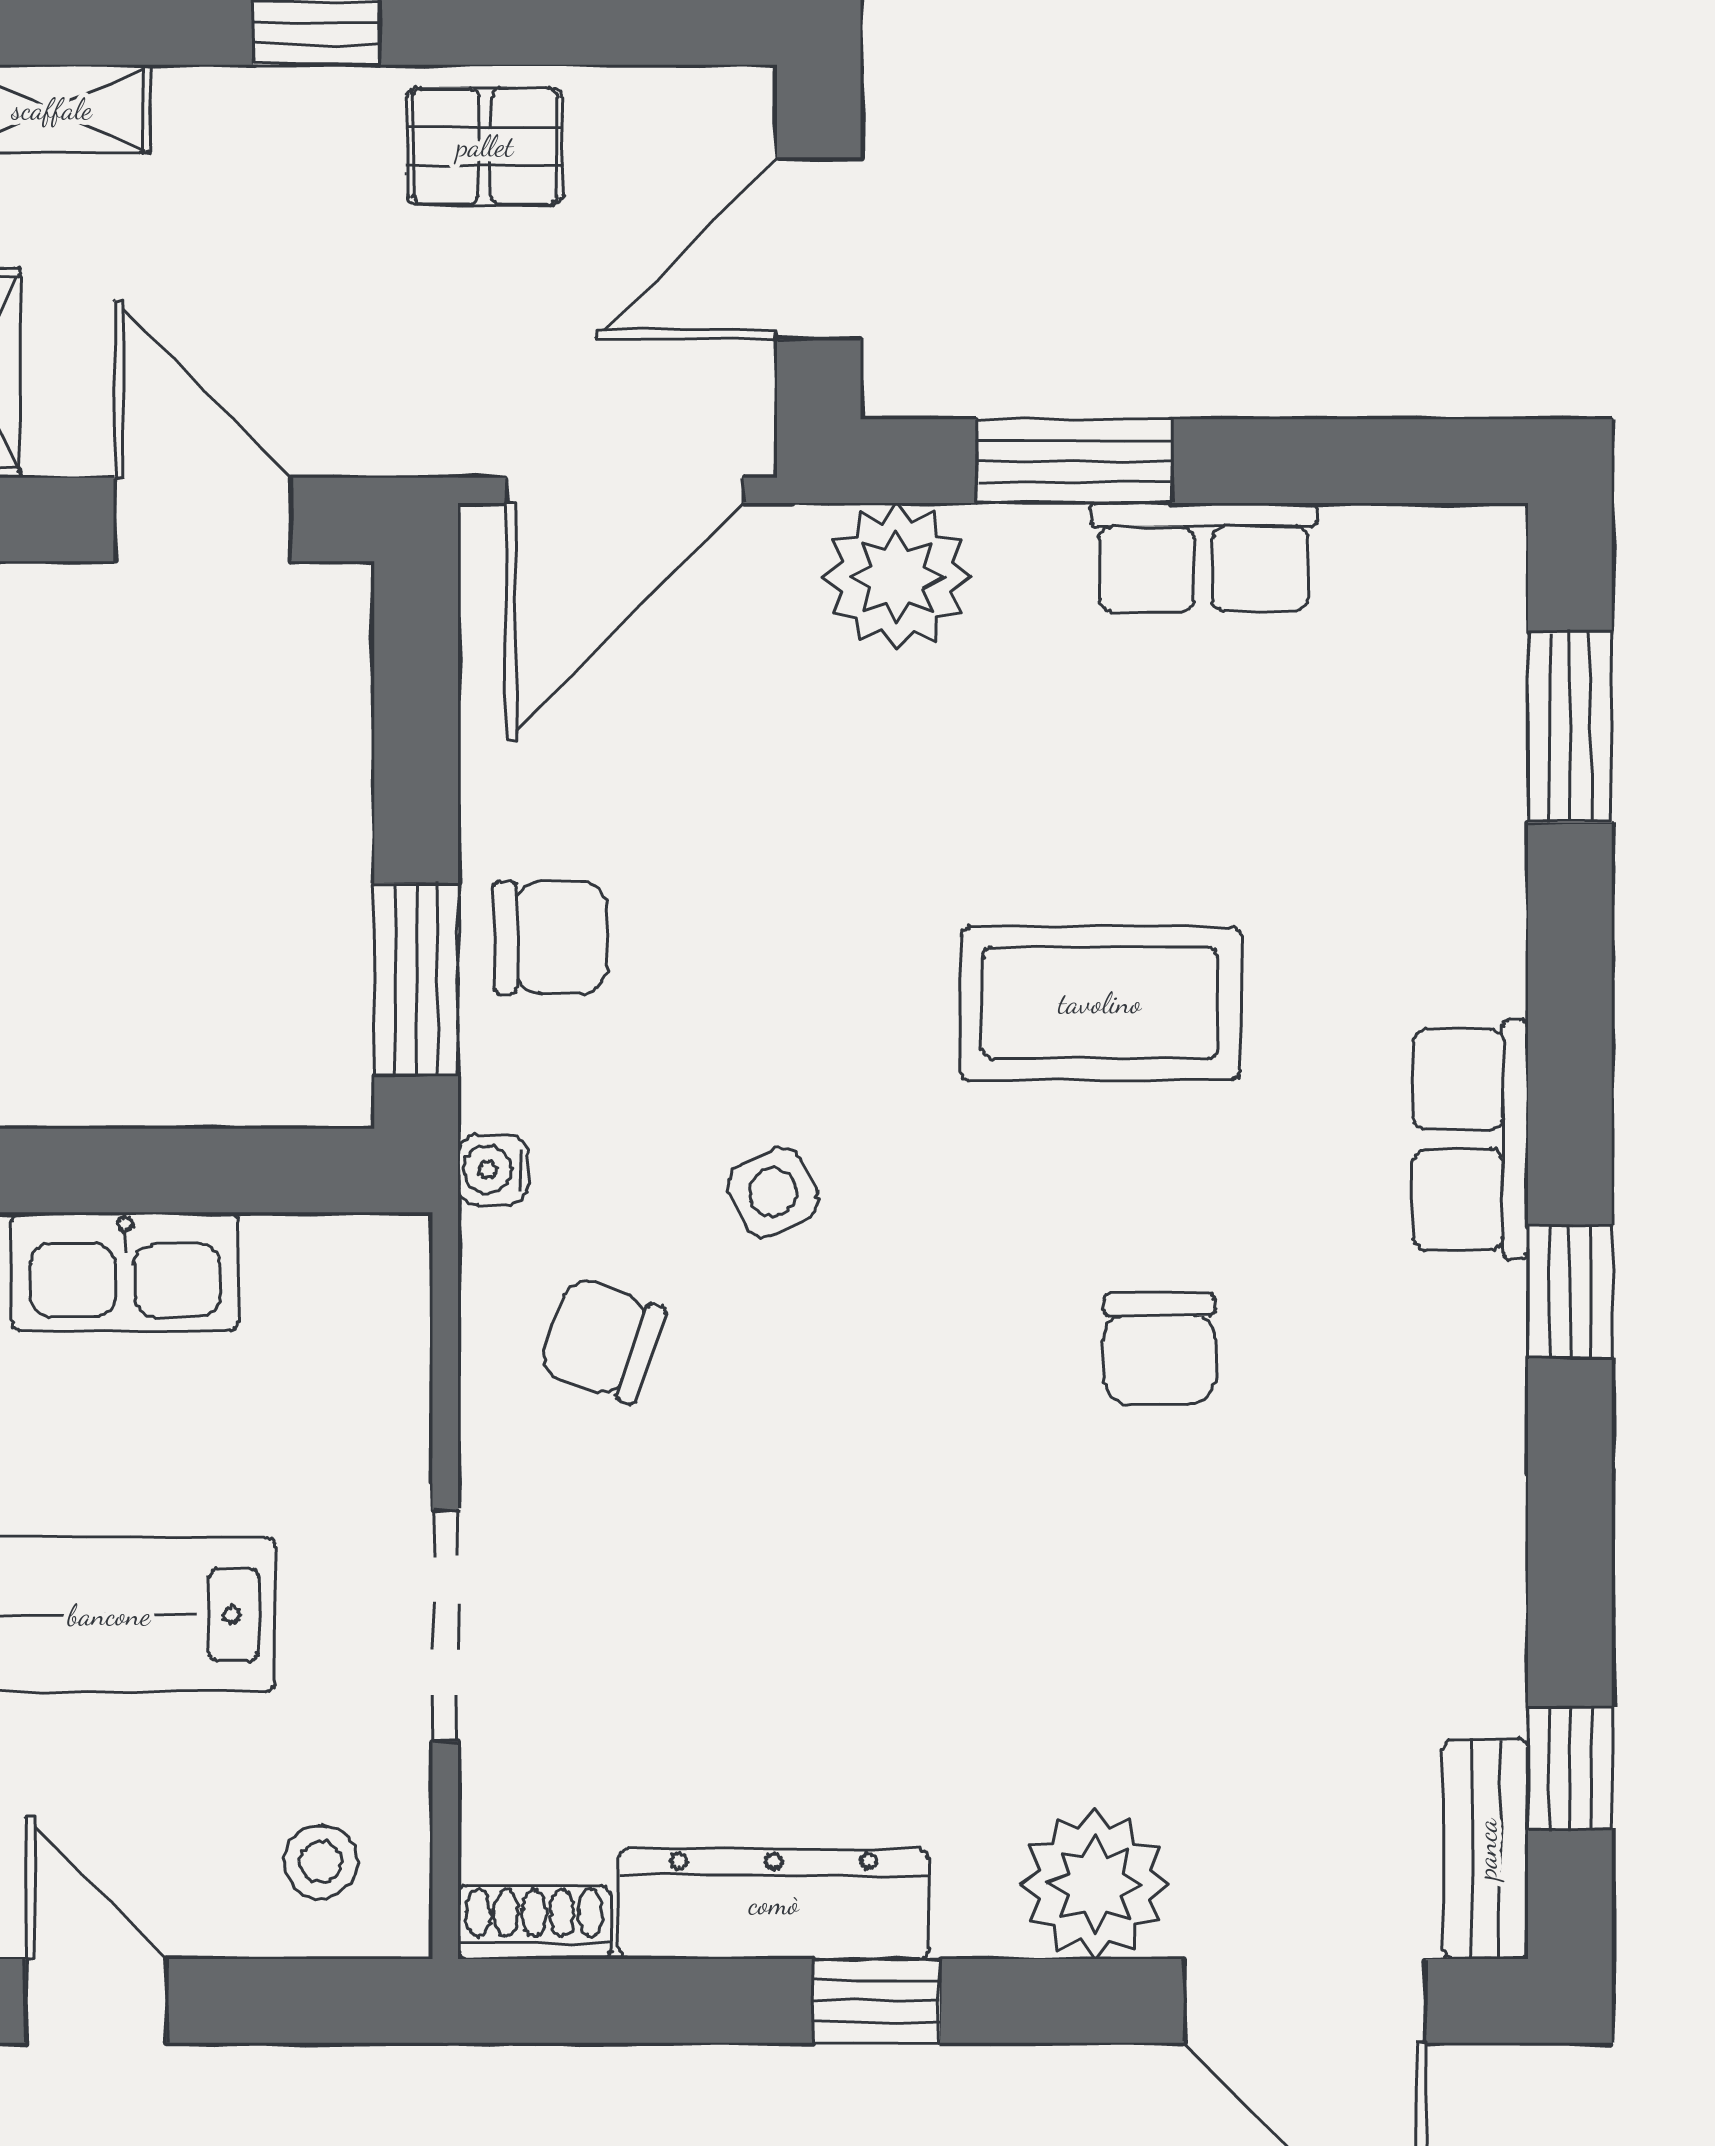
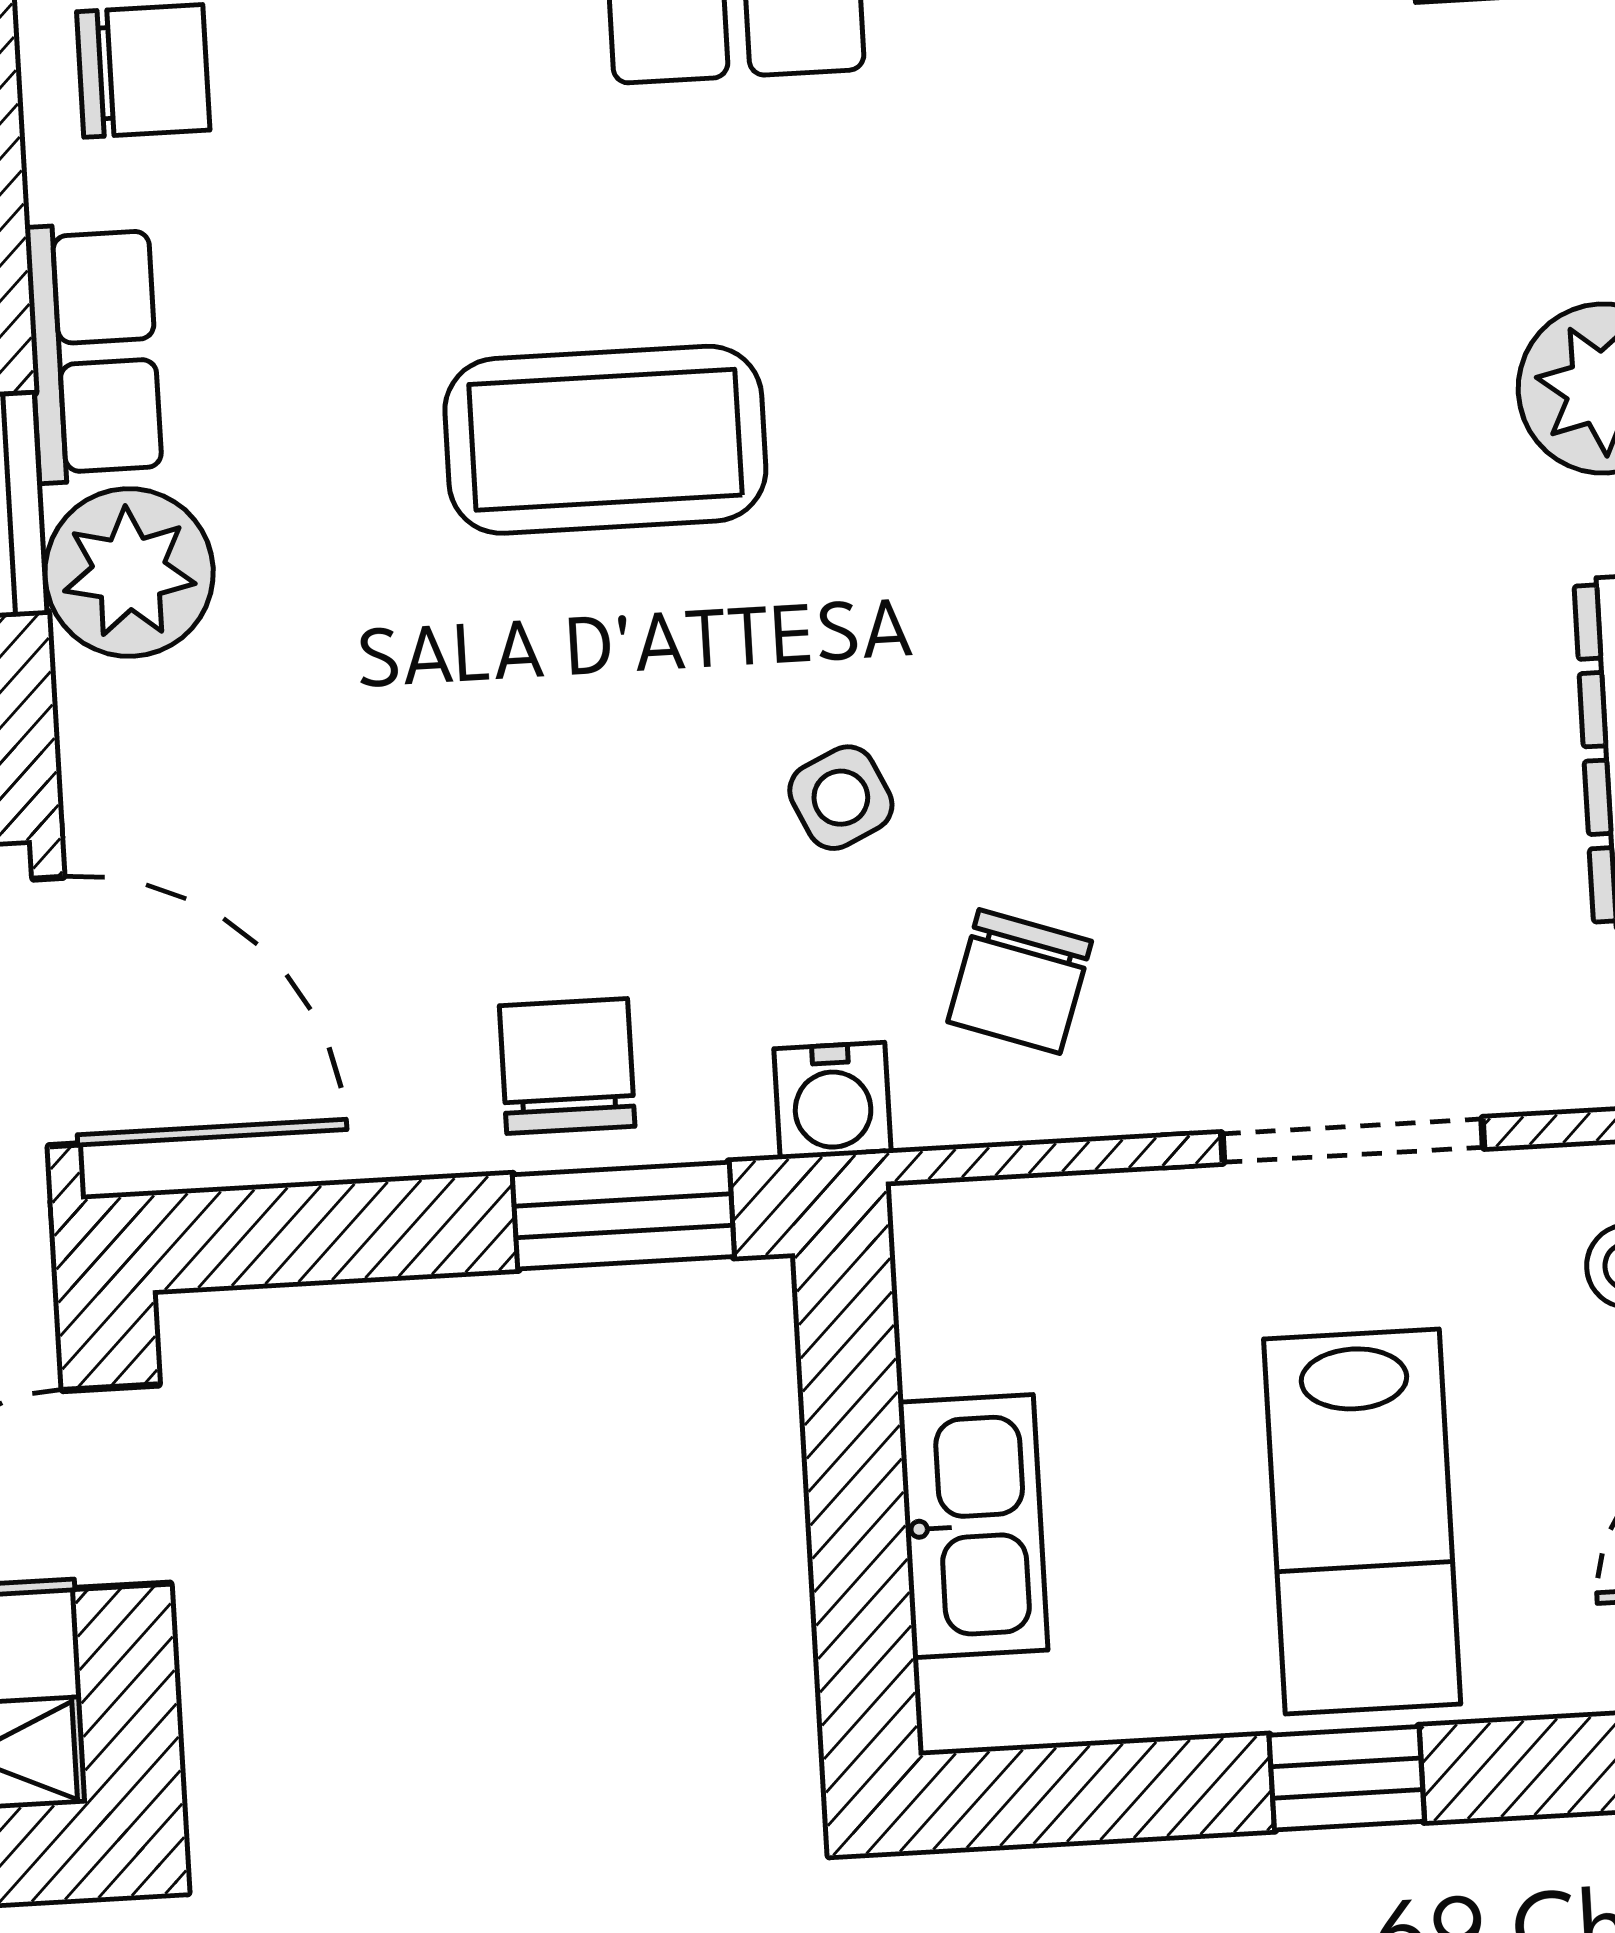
plant: (897, 577) -> (129, 573), moved
coffee table: (1100, 1003) -> (605, 440), turned 90
water cooler: (493, 1170) -> (833, 1101), width x1.38, depth x1.38
chair: (1159, 1349) -> (143, 71), moved

